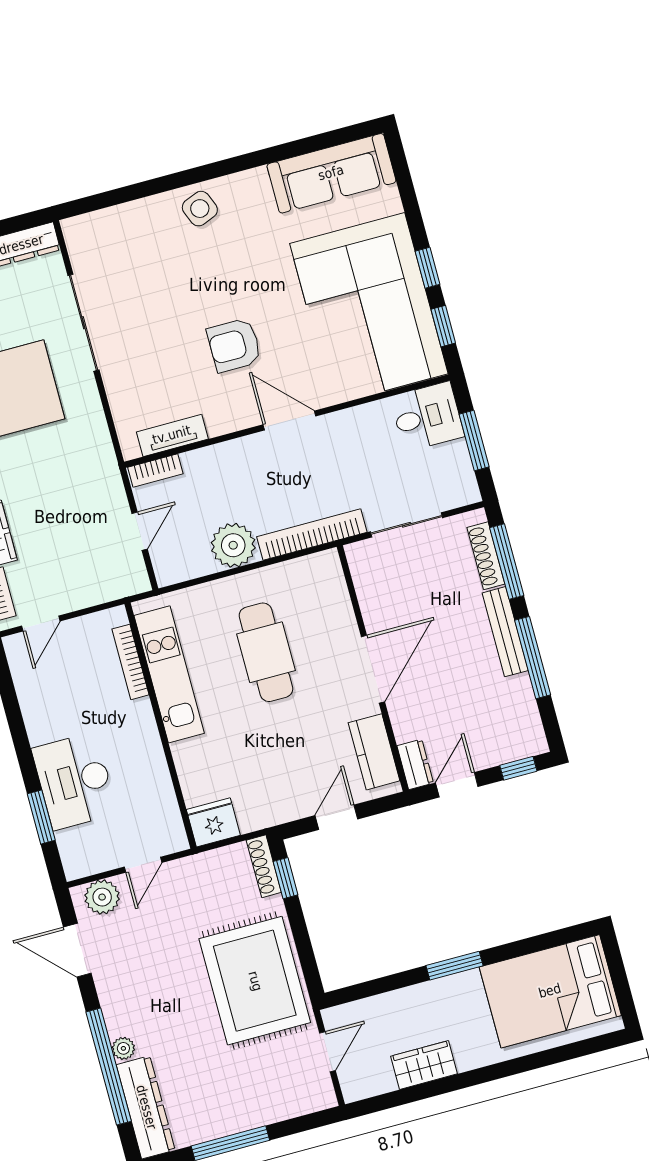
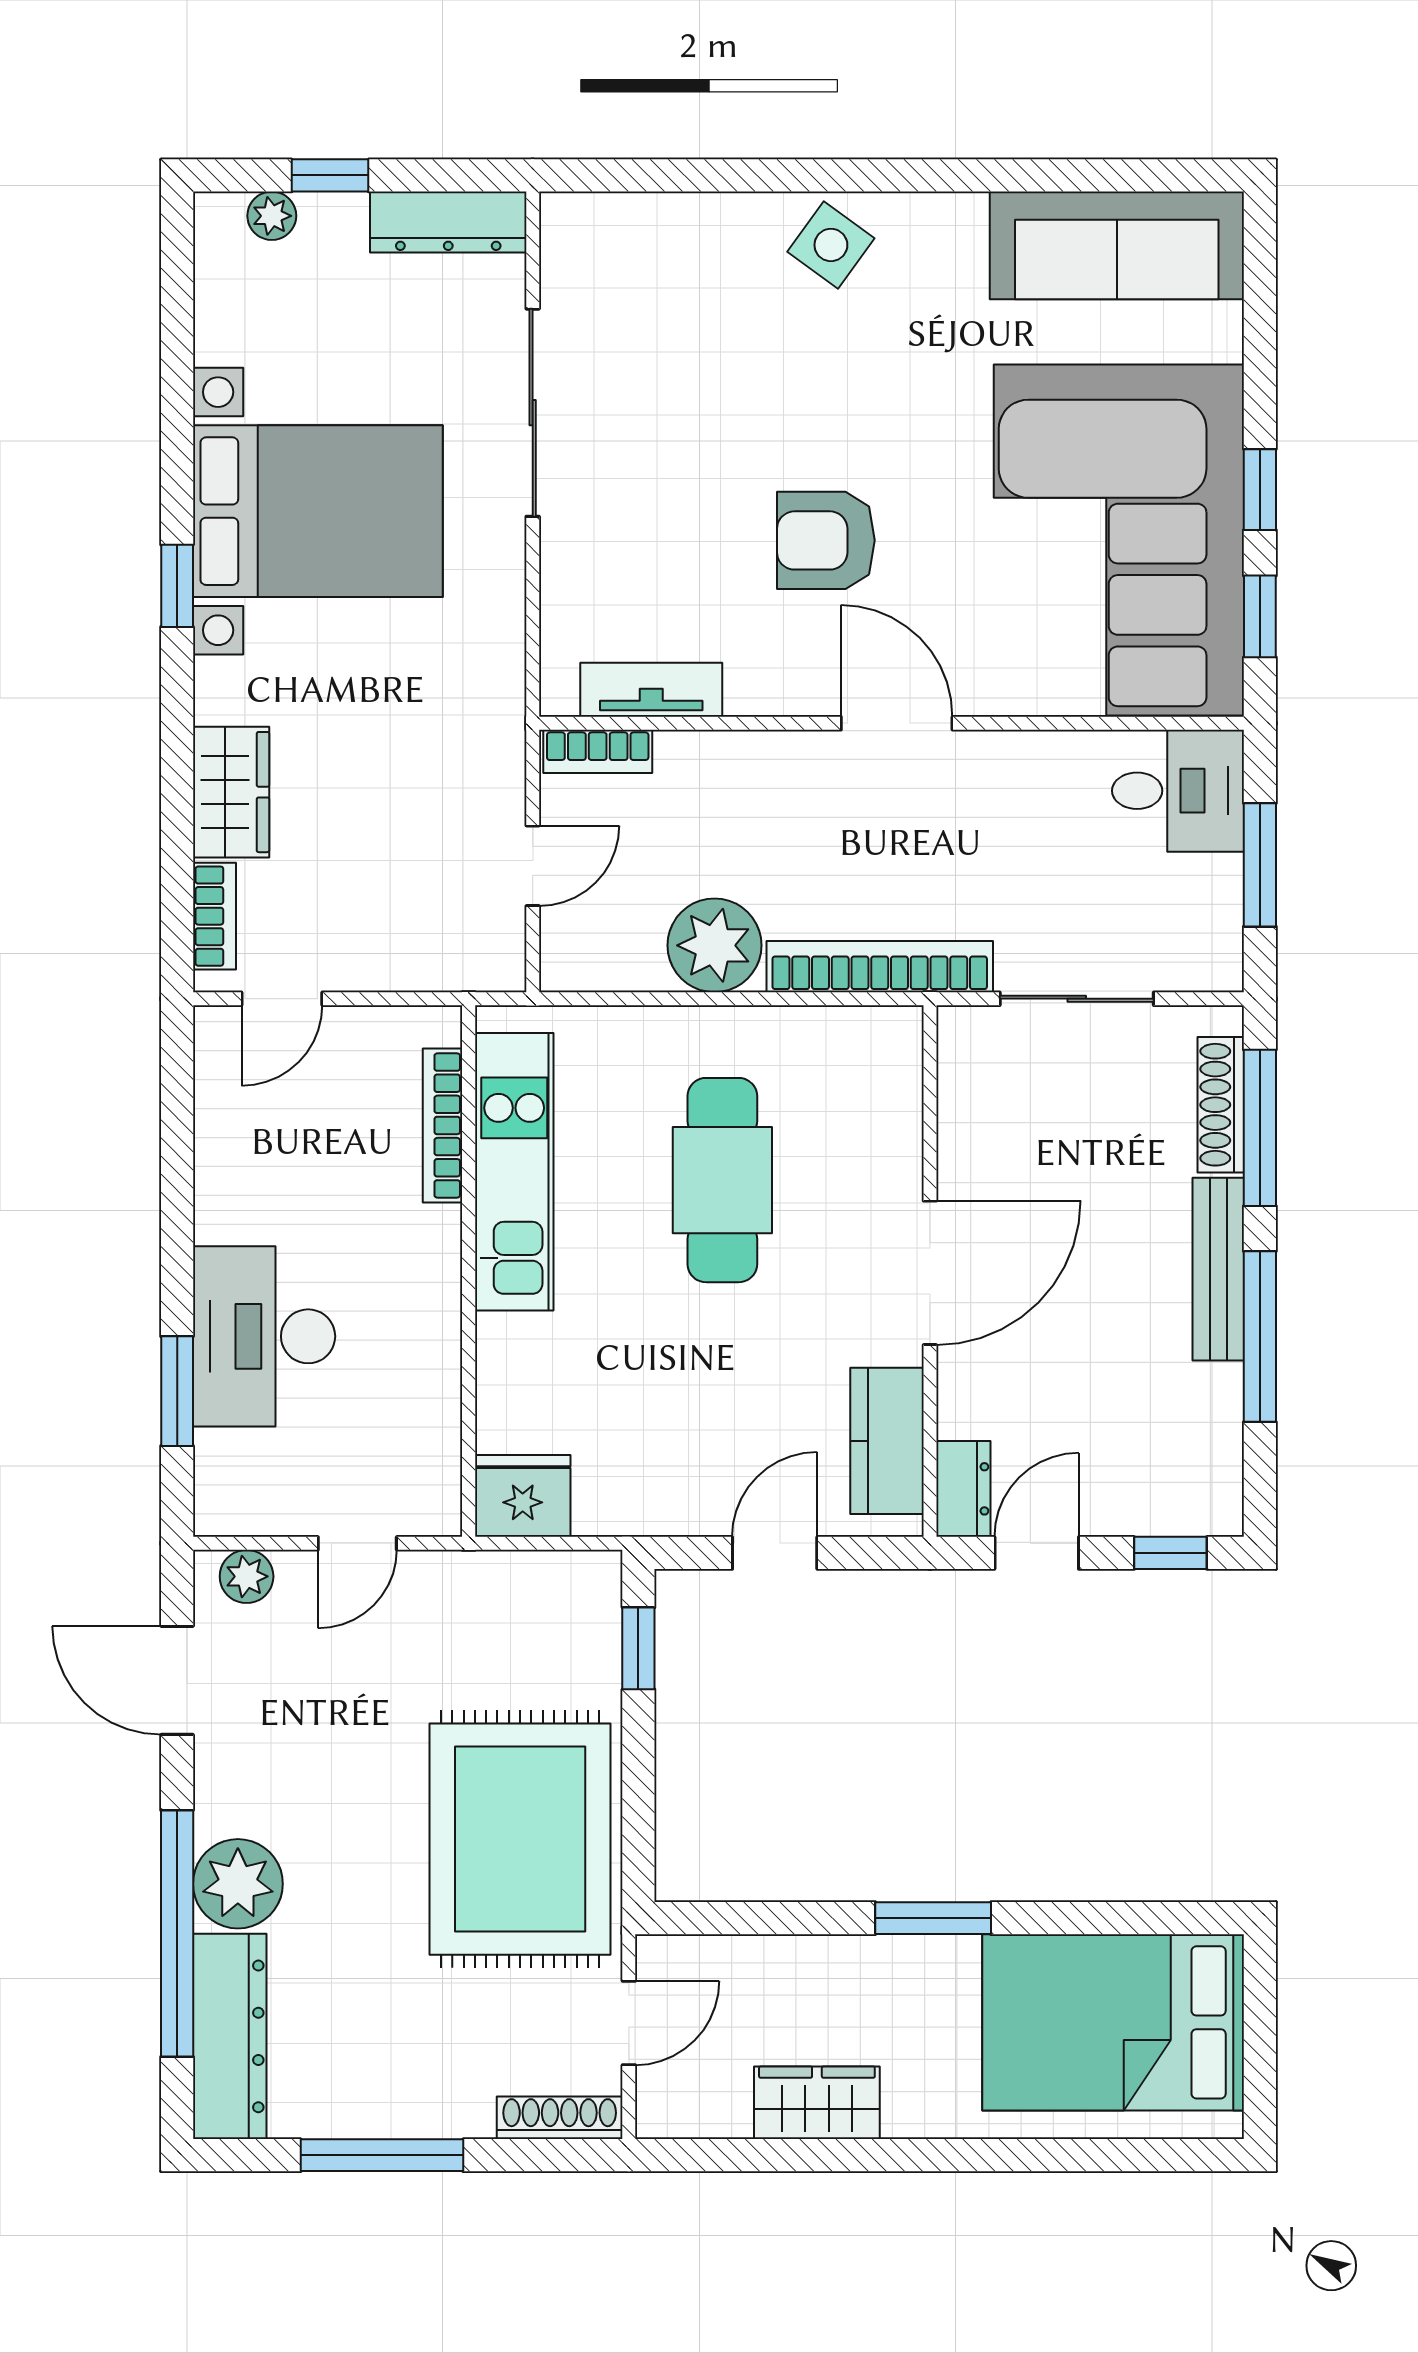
side table: (200, 209) -> (831, 245), turned -32
shoe rack: (264, 866) -> (560, 2118), moved, turned 90
plant: (102, 897) -> (247, 1576), width x0.73, depth x0.73
plant: (123, 1048) -> (238, 1884), width x1.88, depth x1.88

